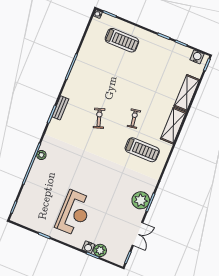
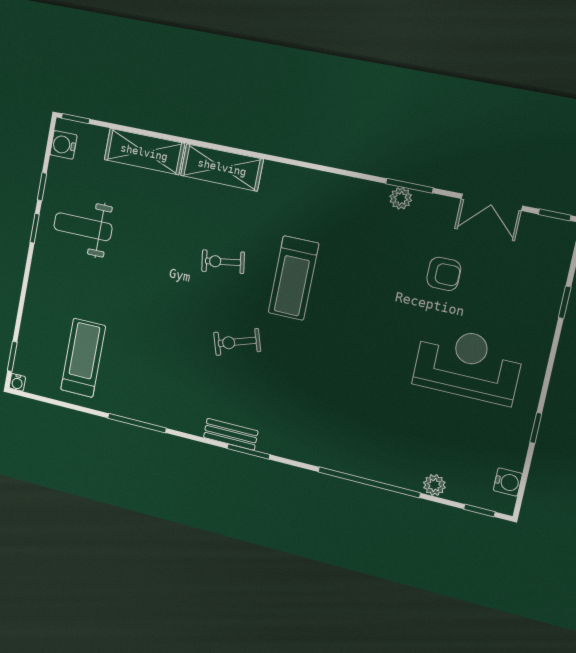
treadmill: (122, 40) -> (83, 358), moved
weight bench: (160, 59) -> (83, 227), added
treadmill: (142, 150) -> (293, 278), moved, turned 180
plant: (41, 155) -> (434, 485), moved
plant: (141, 200) -> (401, 198), width x0.53, depth x0.53
armchair: (112, 210) -> (444, 274), added
double door: (137, 234) -> (492, 202), swing flipped
water cooler: (88, 247) -> (508, 482), moved
plant: (100, 250) -> (549, 286), removed

